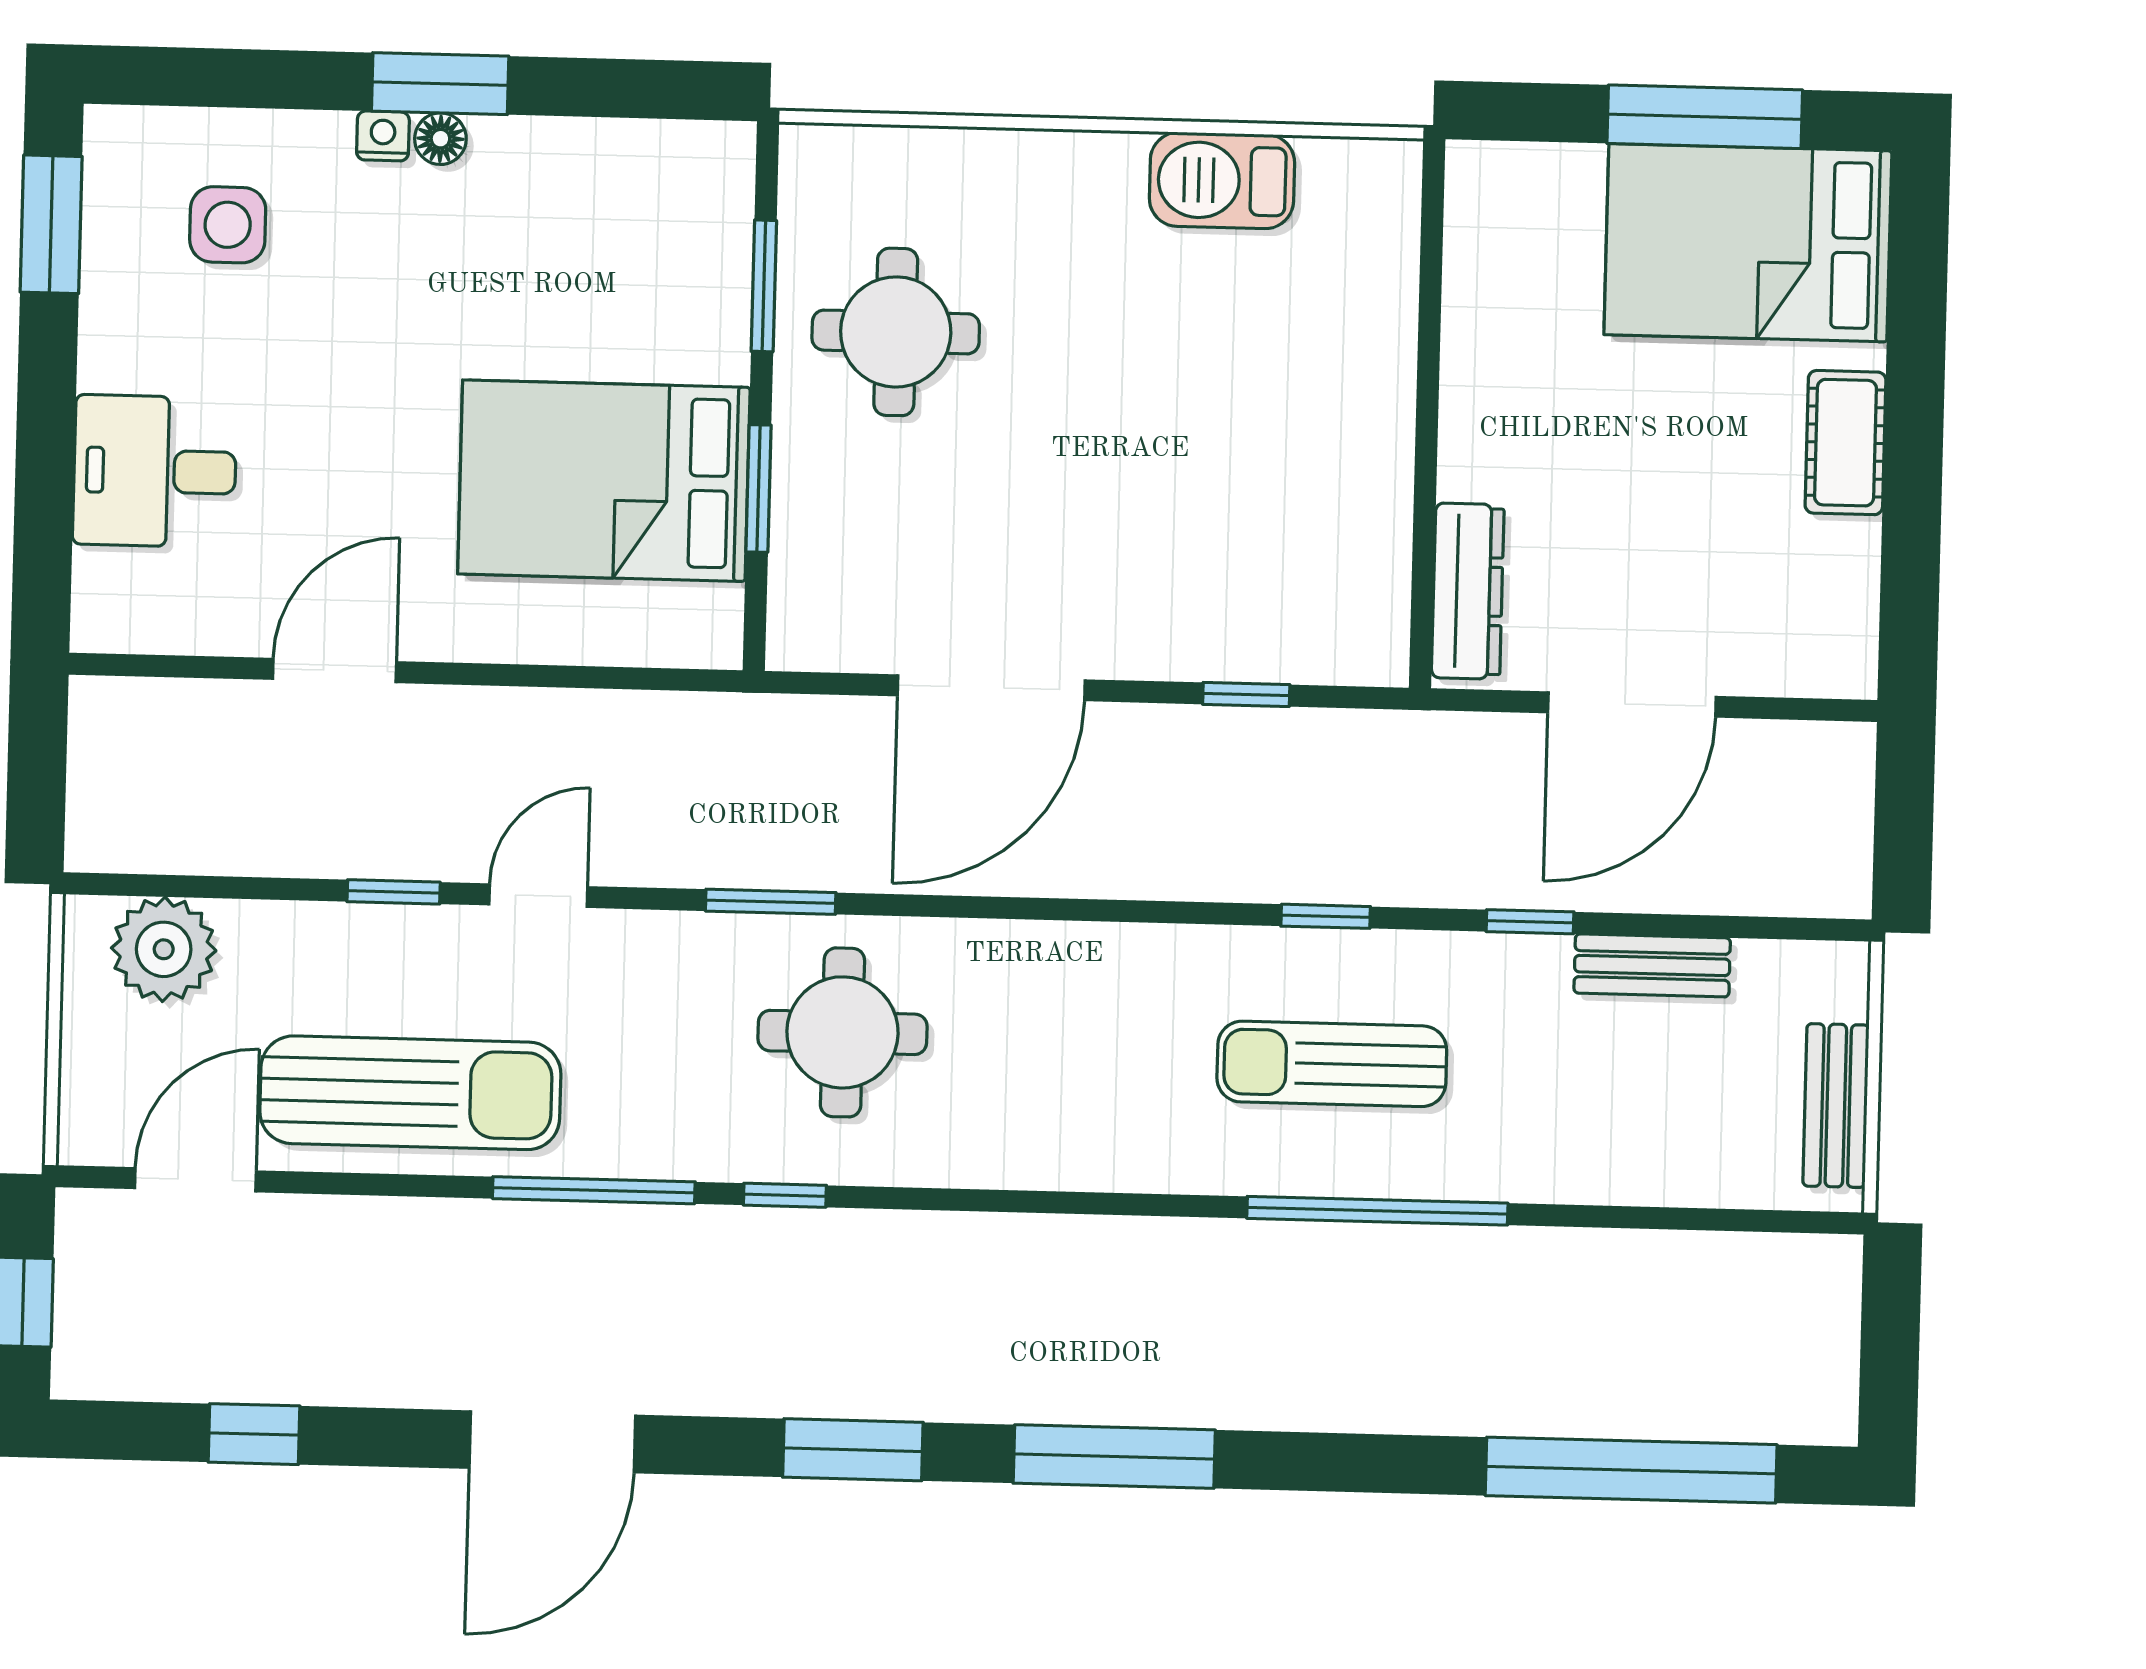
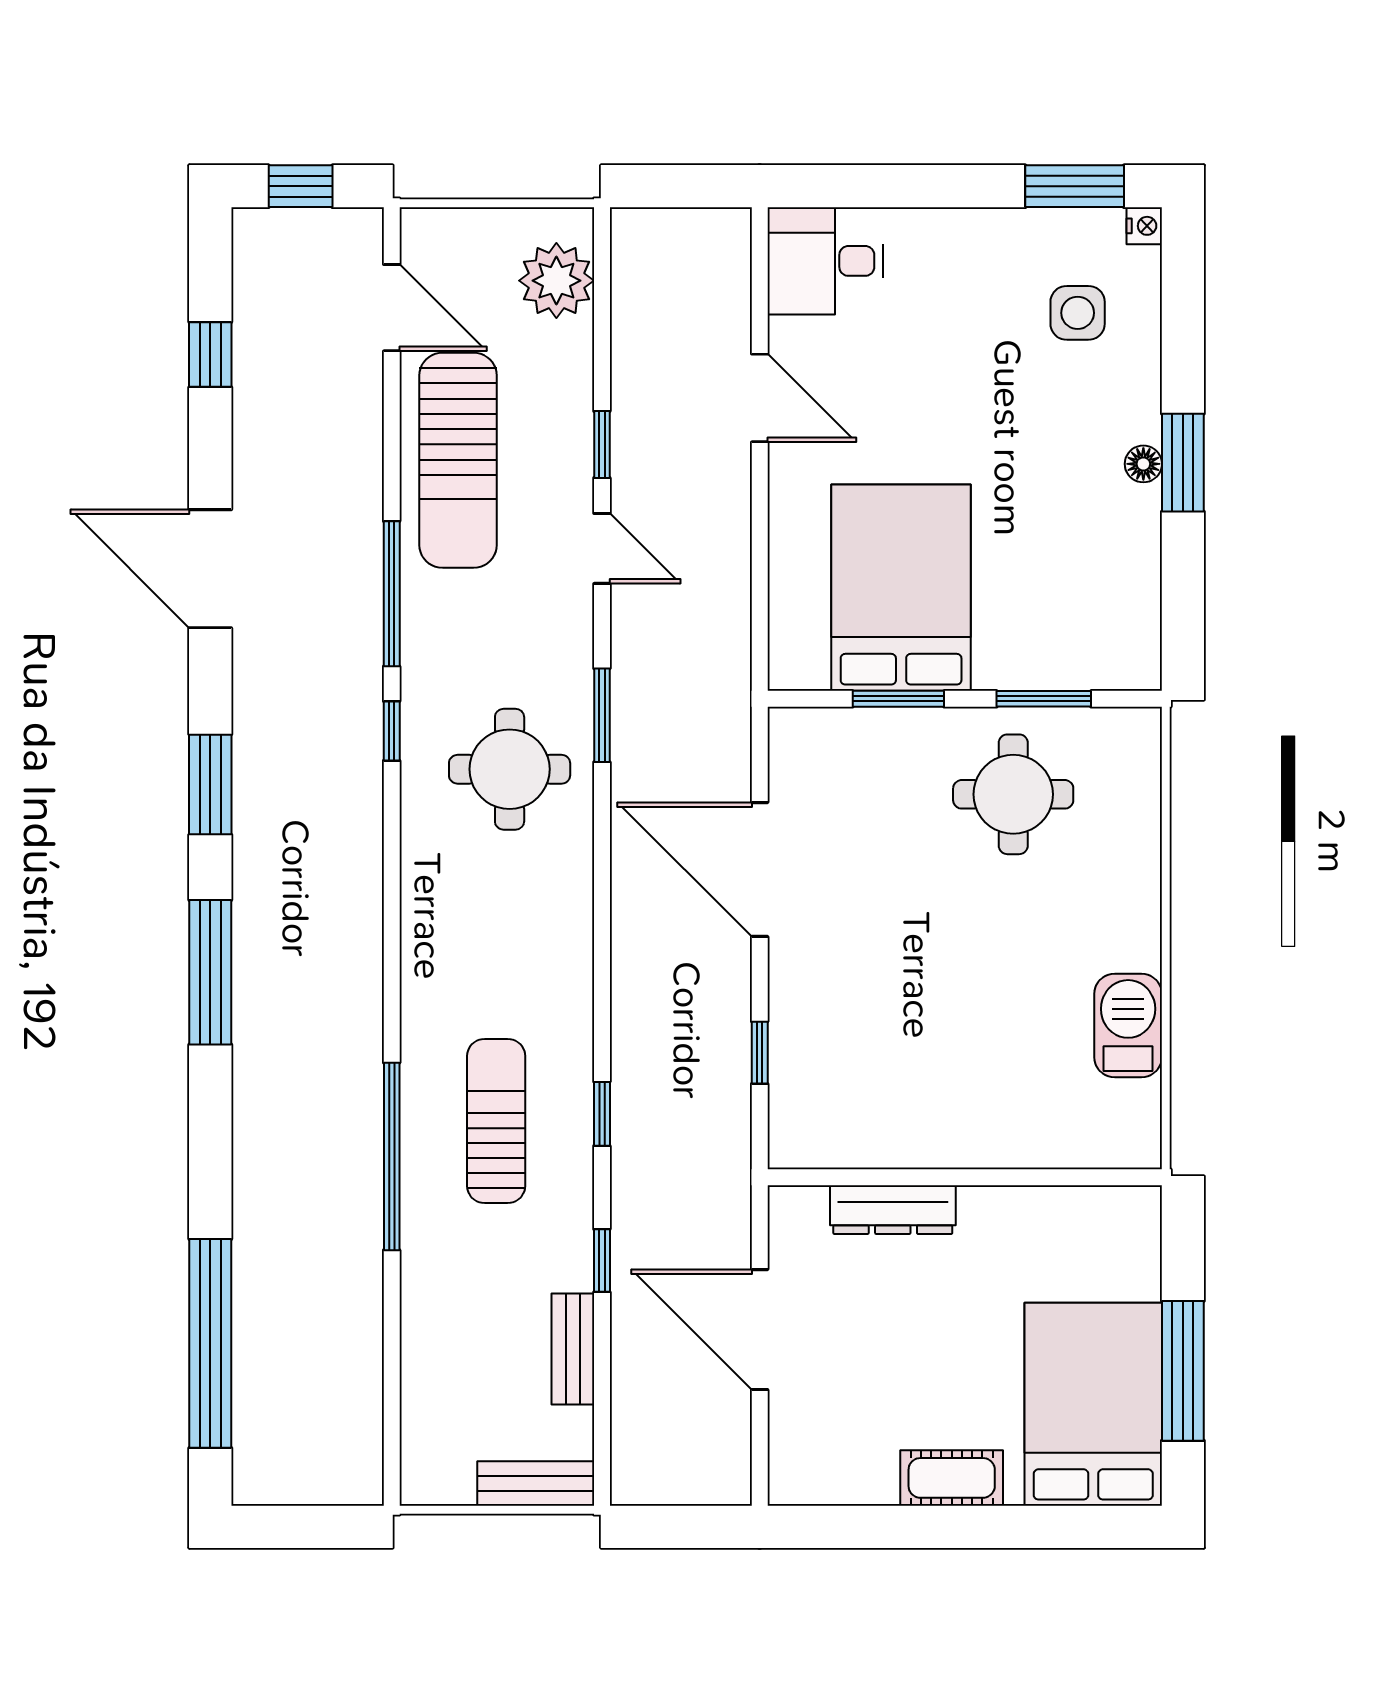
nightstand: (383, 136) -> (1144, 226), moved
desk: (155, 471) -> (825, 261), moved, turned -90
dresser: (1468, 591) -> (893, 1210), moved
bench: (1836, 1106) -> (536, 1483), moved

